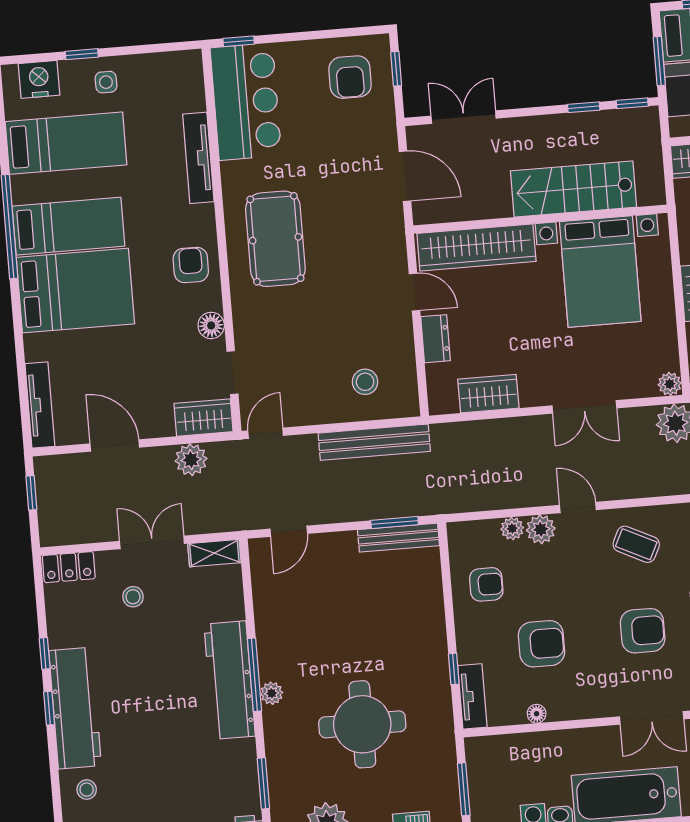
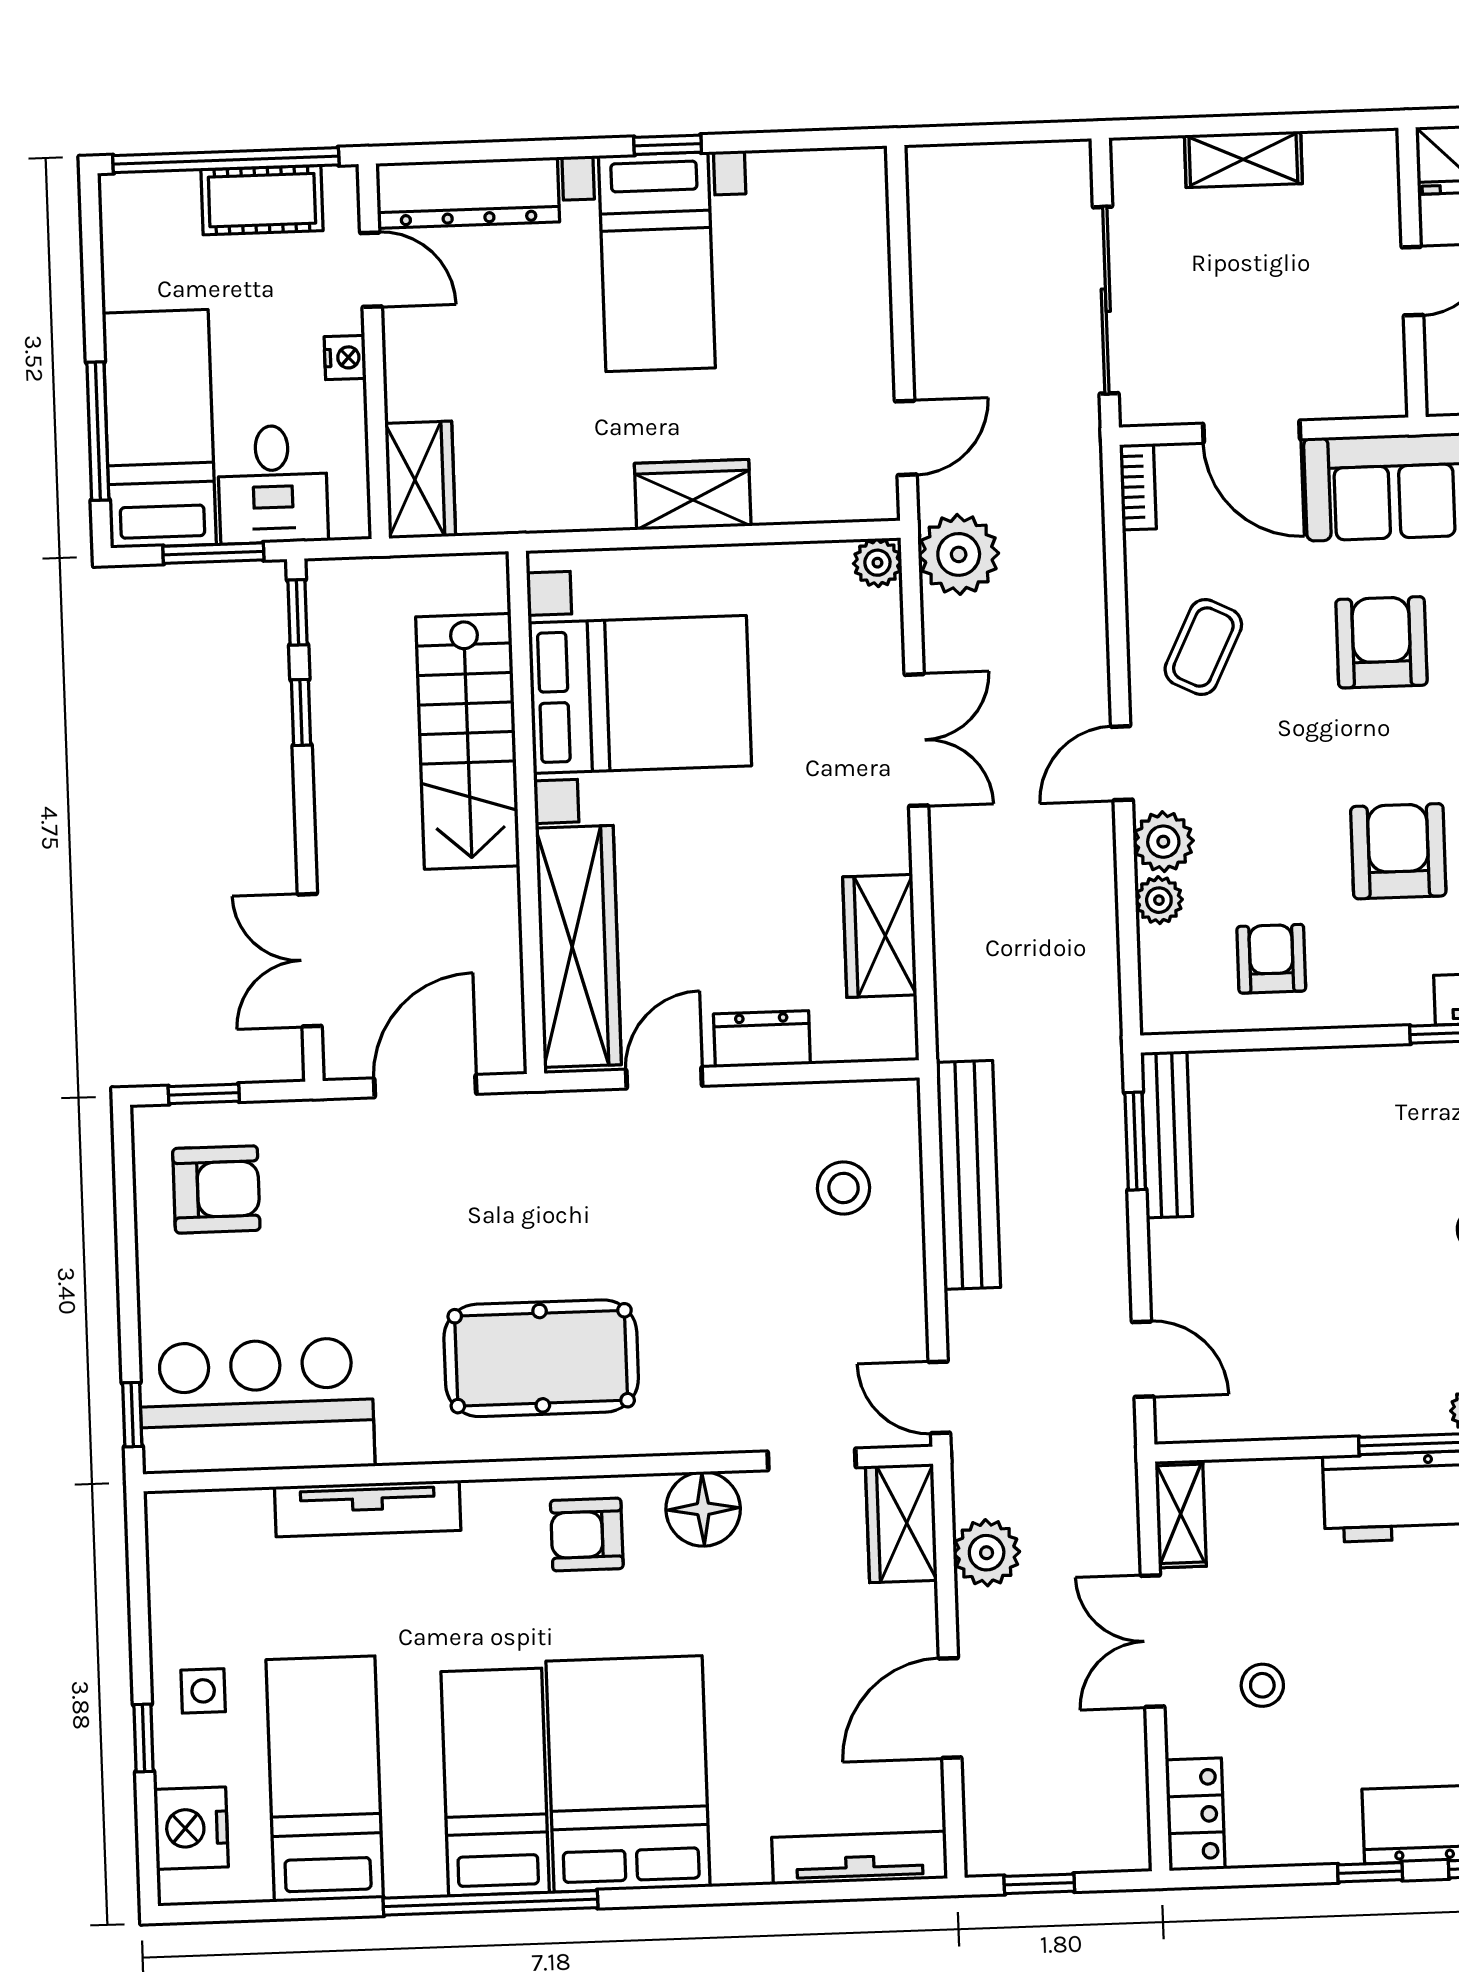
floor lamp: (211, 325) -> (703, 1509), width x1.38, depth x1.38

